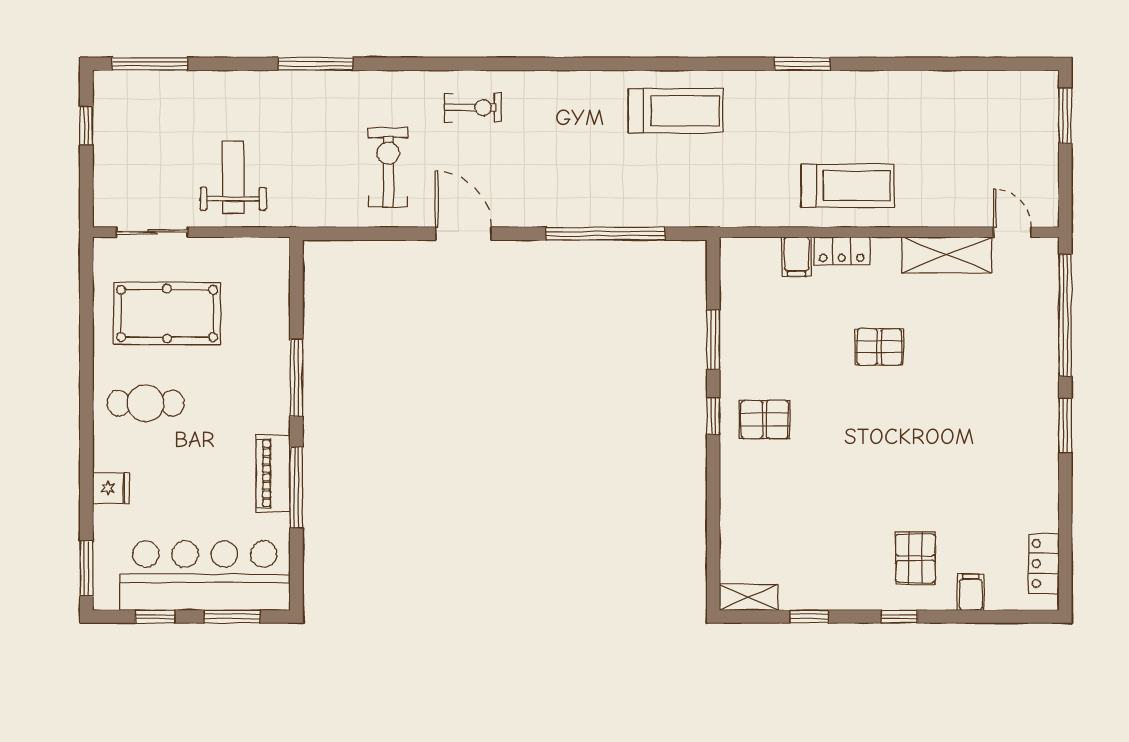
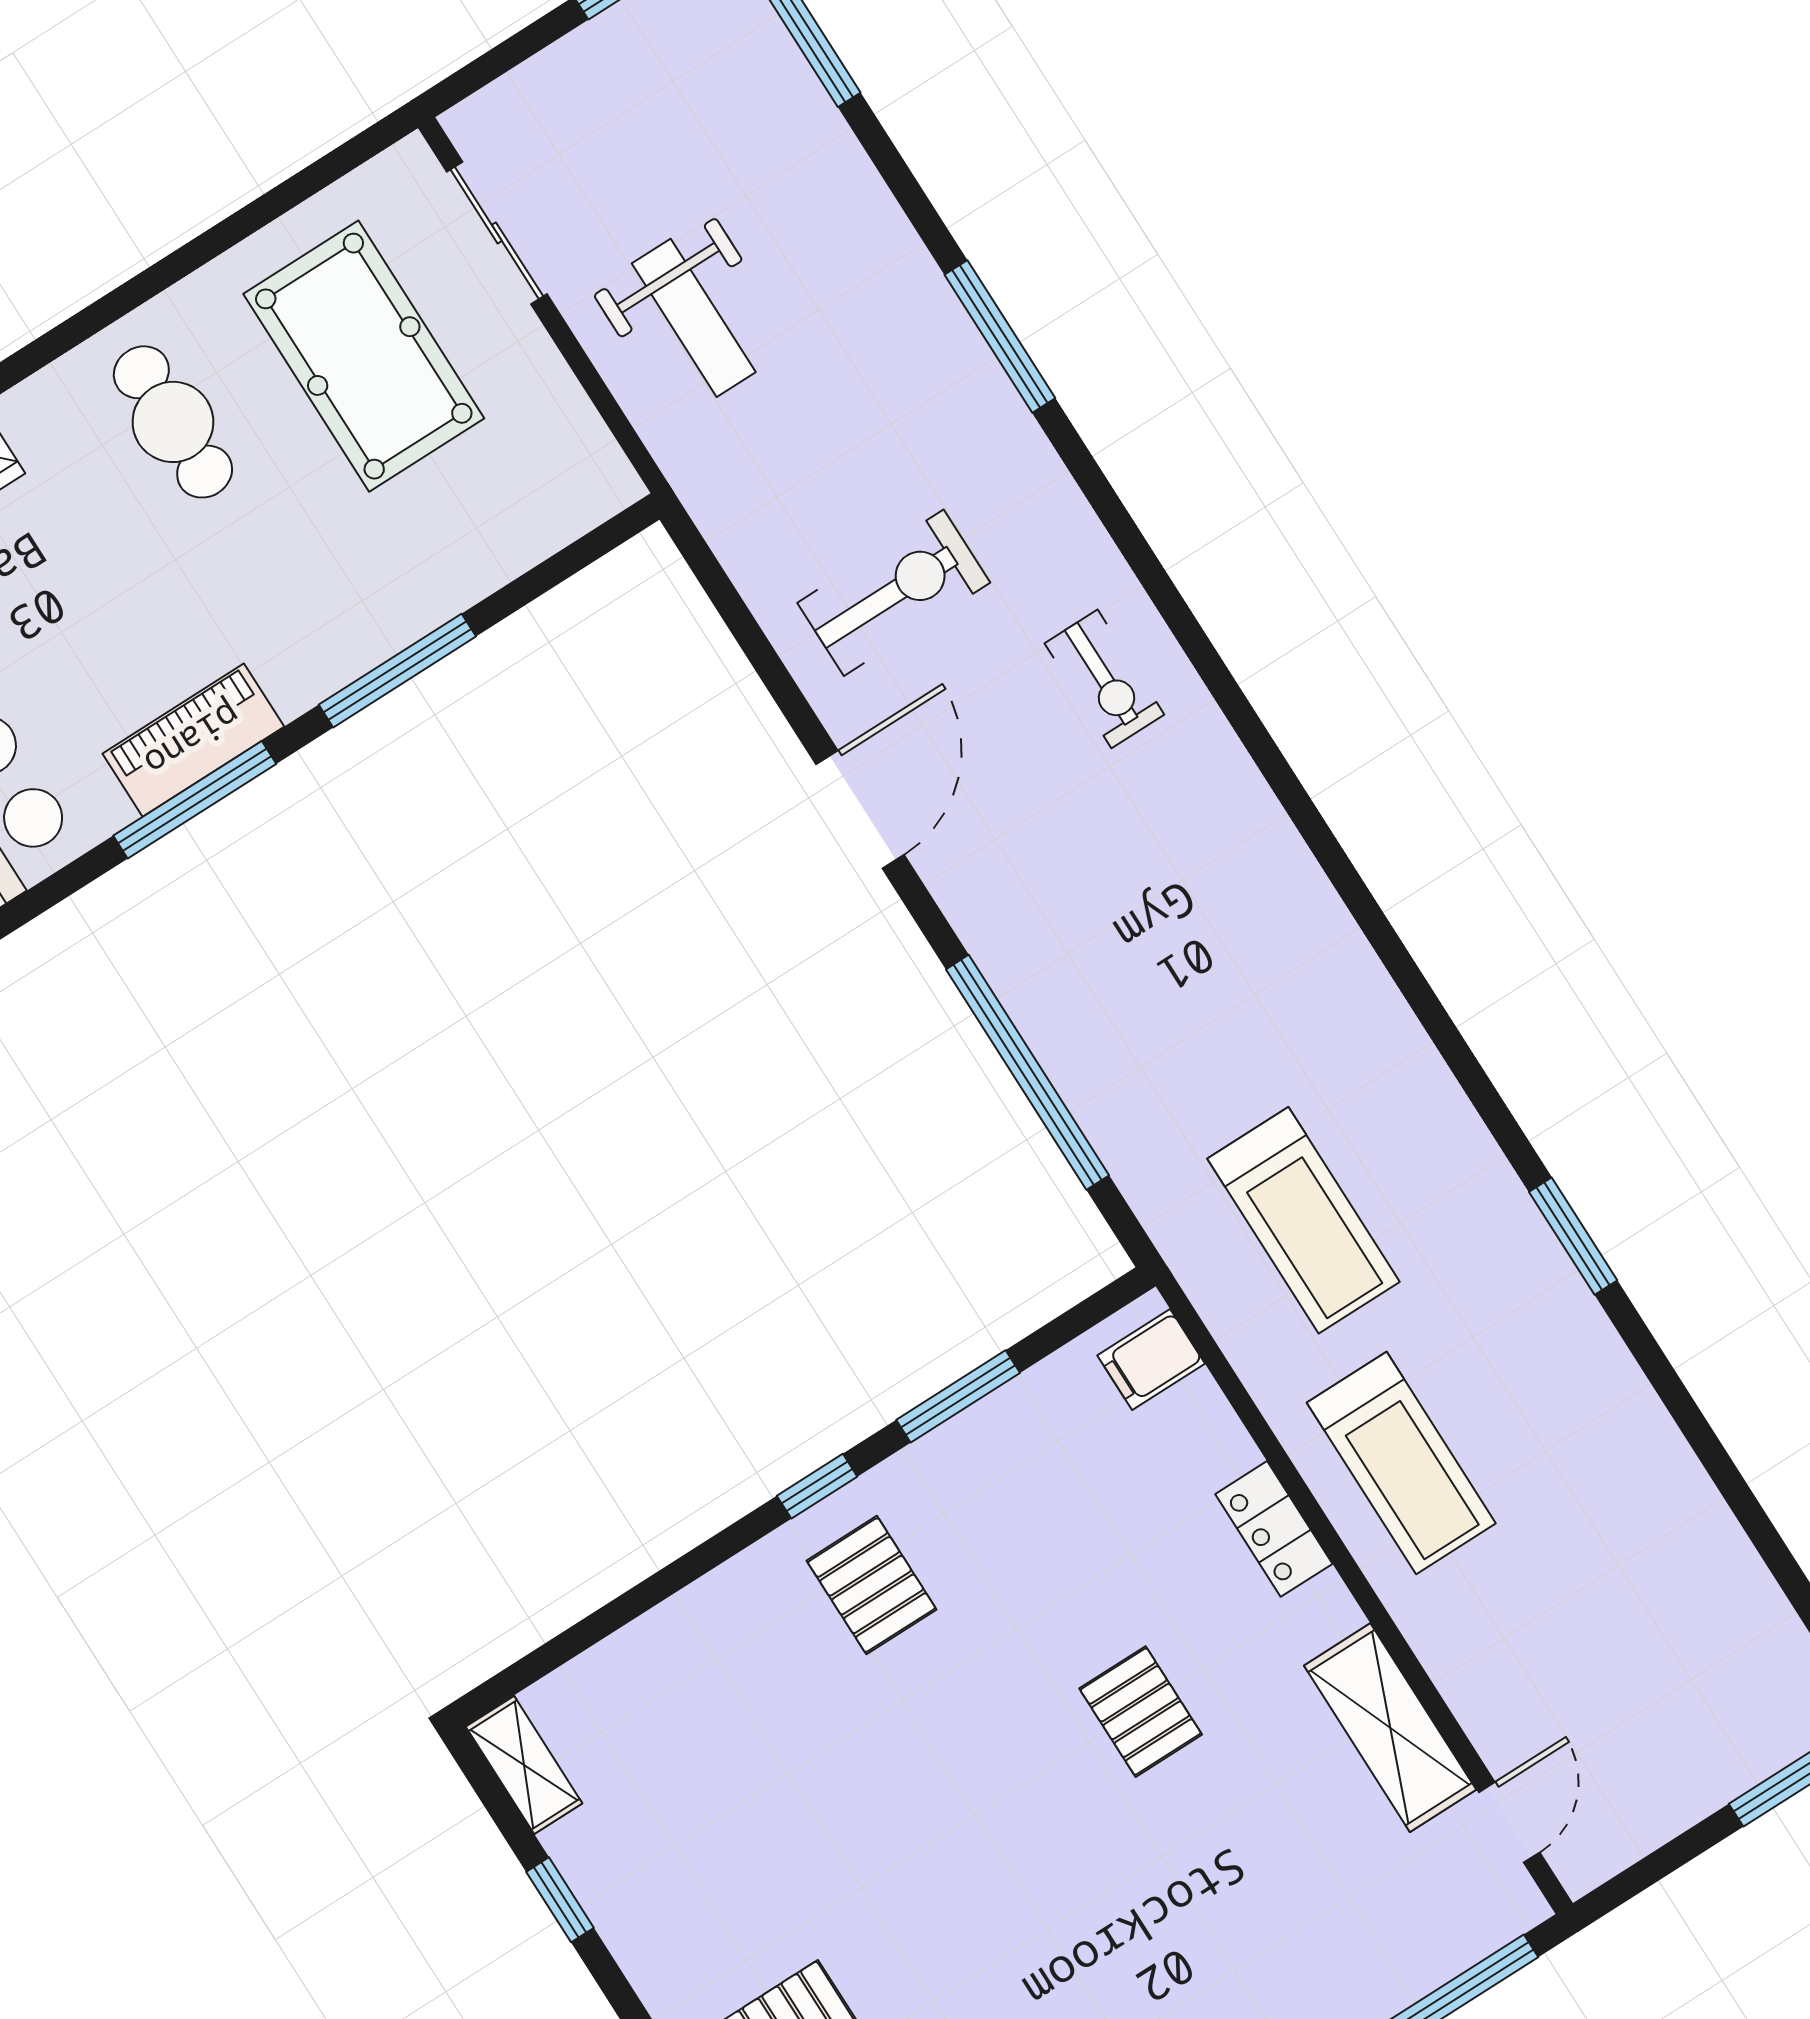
treadmill: (676, 111) -> (1304, 1220), moved
weight bench: (233, 177) -> (694, 318), turned 90
filing cabinet: (797, 257) -> (1151, 1359), moved

